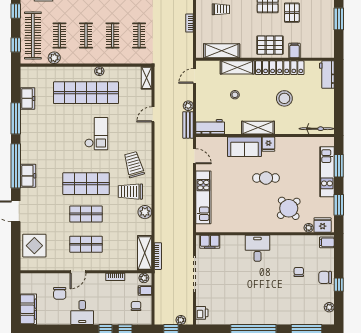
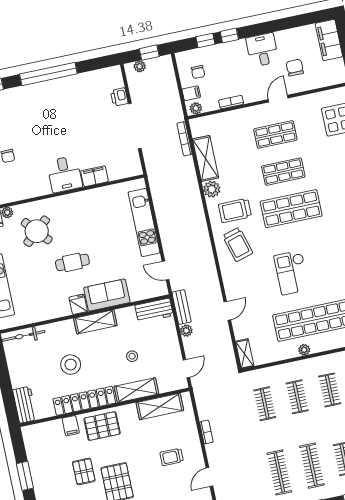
trolley: (130, 192) -> (235, 210), turned 180
filing cabinet: (210, 242) -> (94, 176), moved
shelving: (145, 253) -> (206, 158), moved
printer: (202, 313) -> (119, 97), moved

